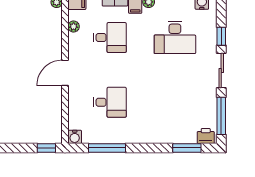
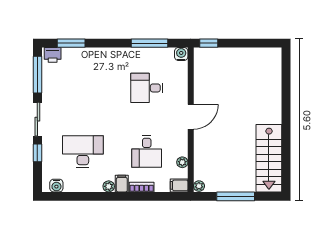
desk: (110, 37) -> (147, 151), turned -90

